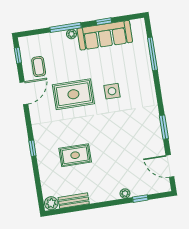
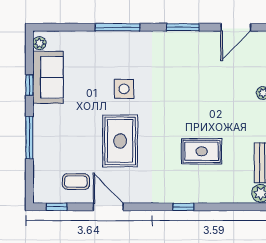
plant: (71, 34) -> (39, 43), moved
sofa: (105, 35) -> (48, 77), width x0.73
window: (152, 54) -> (117, 27), moved
rug: (75, 155) -> (202, 151), turned 90

